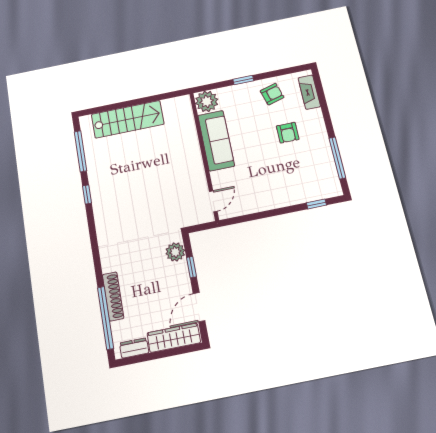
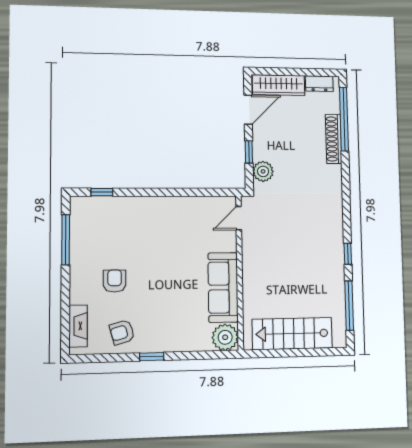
plant: (207, 101) -> (225, 337), moved
sofa: (216, 140) -> (223, 287), moved
wall: (204, 155) -> (240, 272), moved
door: (213, 201) -> (239, 218), moved

